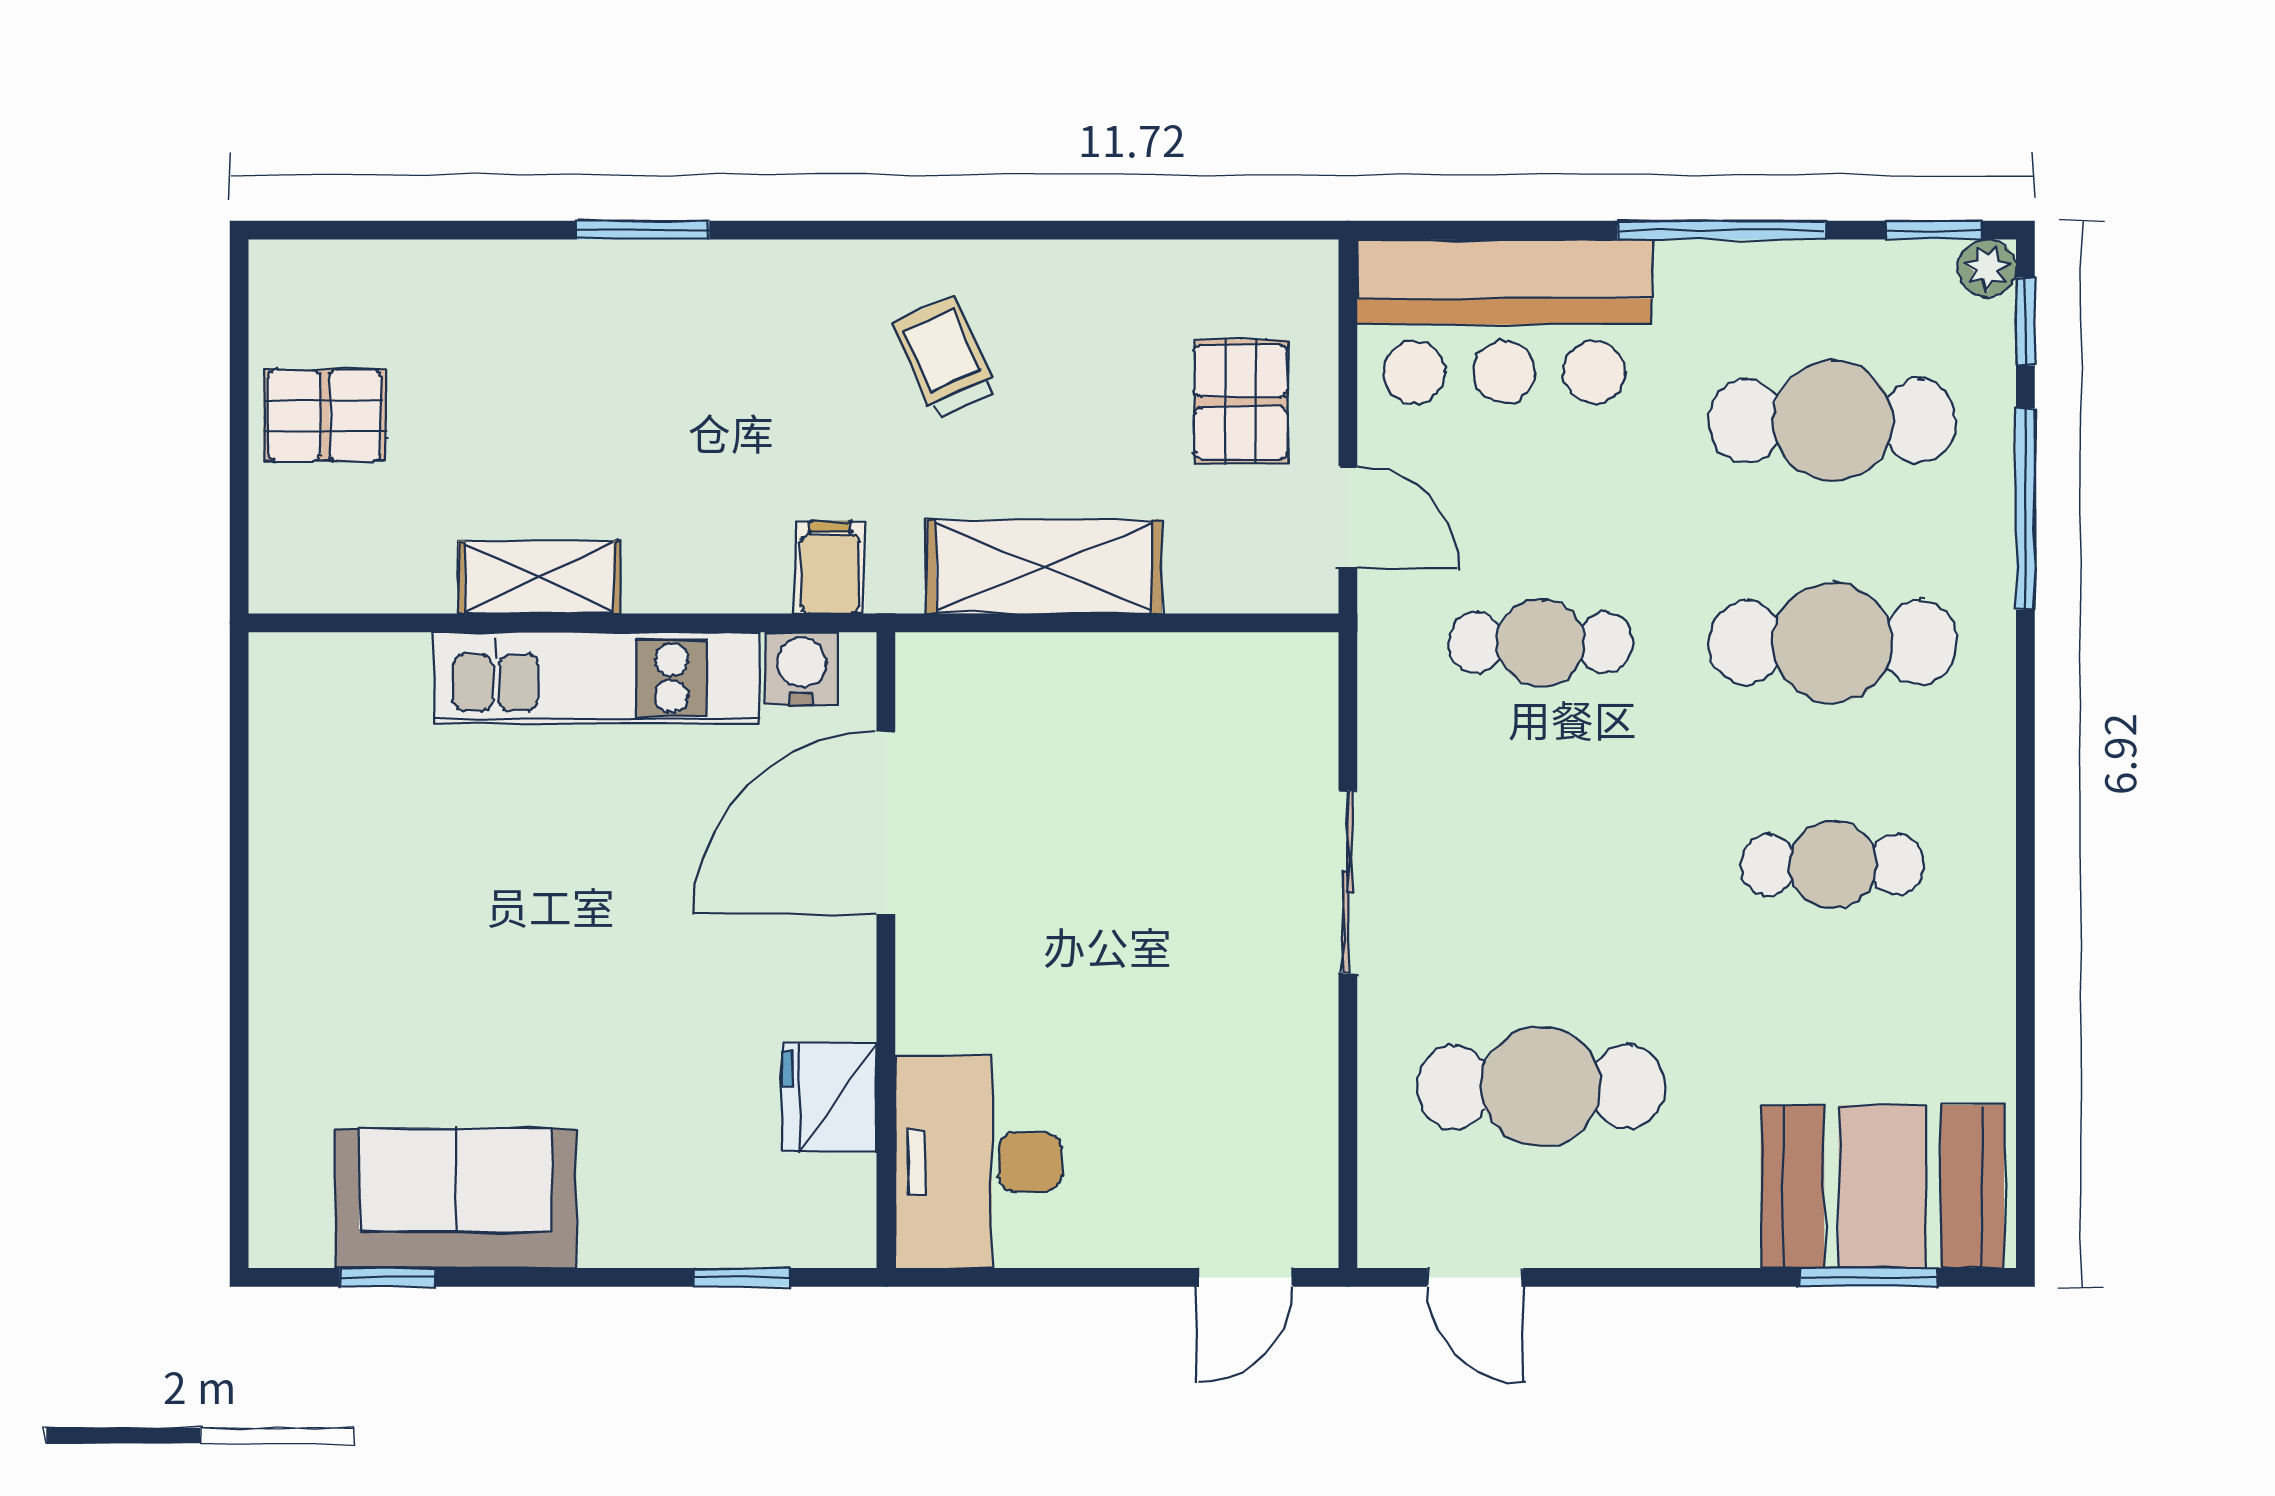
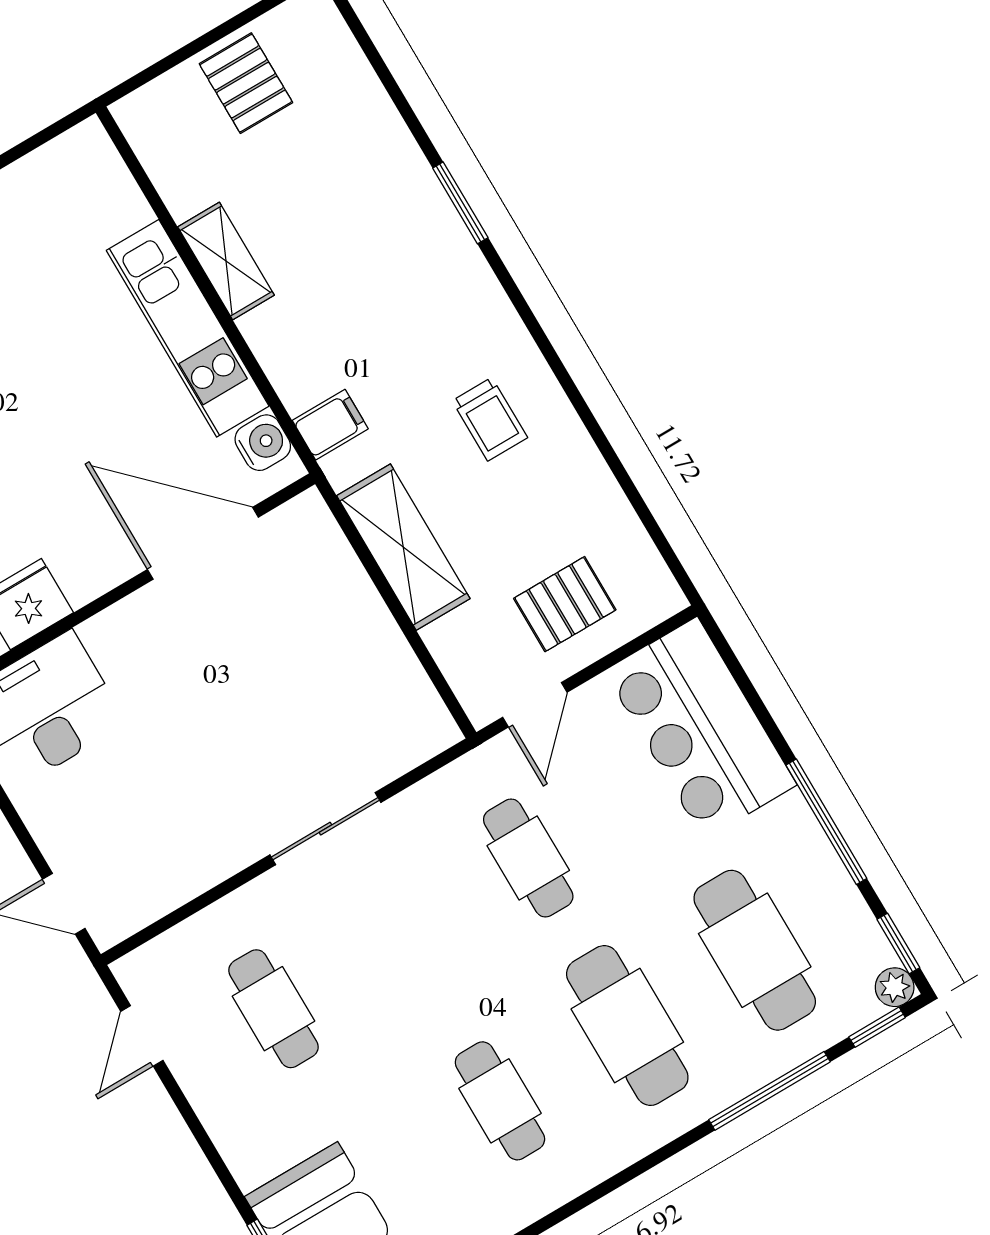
trolley: (945, 357) -> (490, 419), turned 114
cafe table: (1541, 1087) -> (273, 1009), width x0.73, depth x0.74

